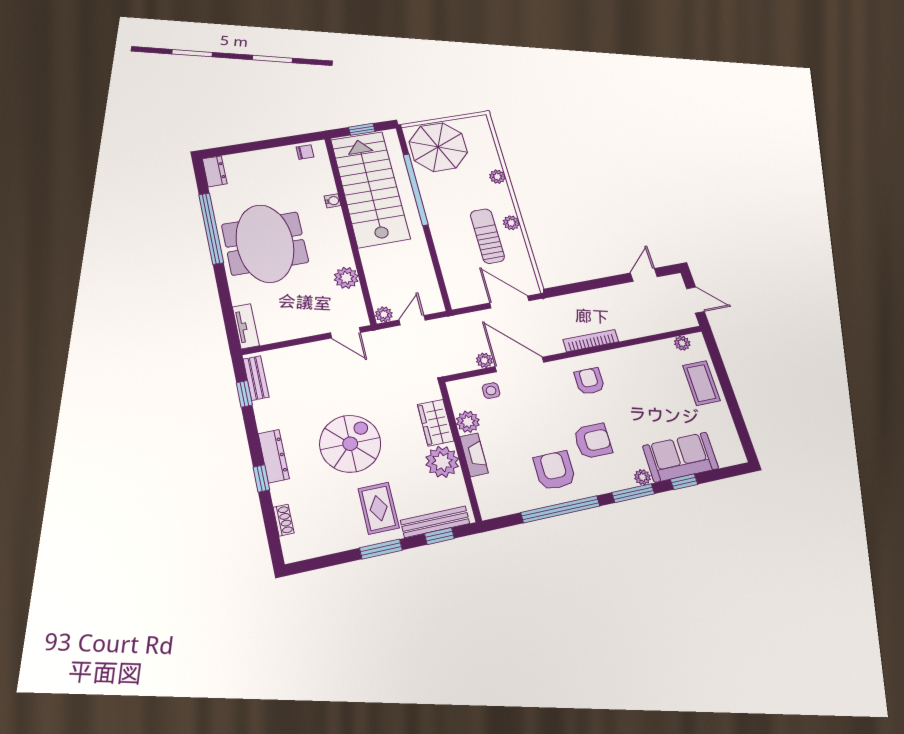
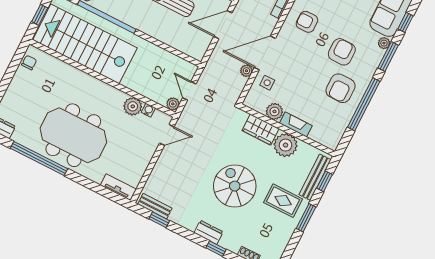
water cooler: (333, 201) -> (148, 110), moved
dresser: (274, 456) -> (209, 232), width x0.70
armchair: (555, 471) -> (341, 88), turned -90

